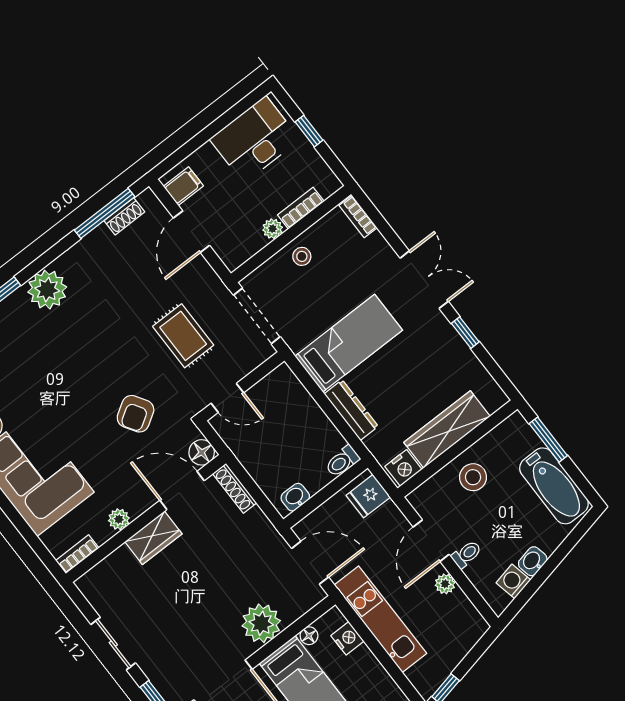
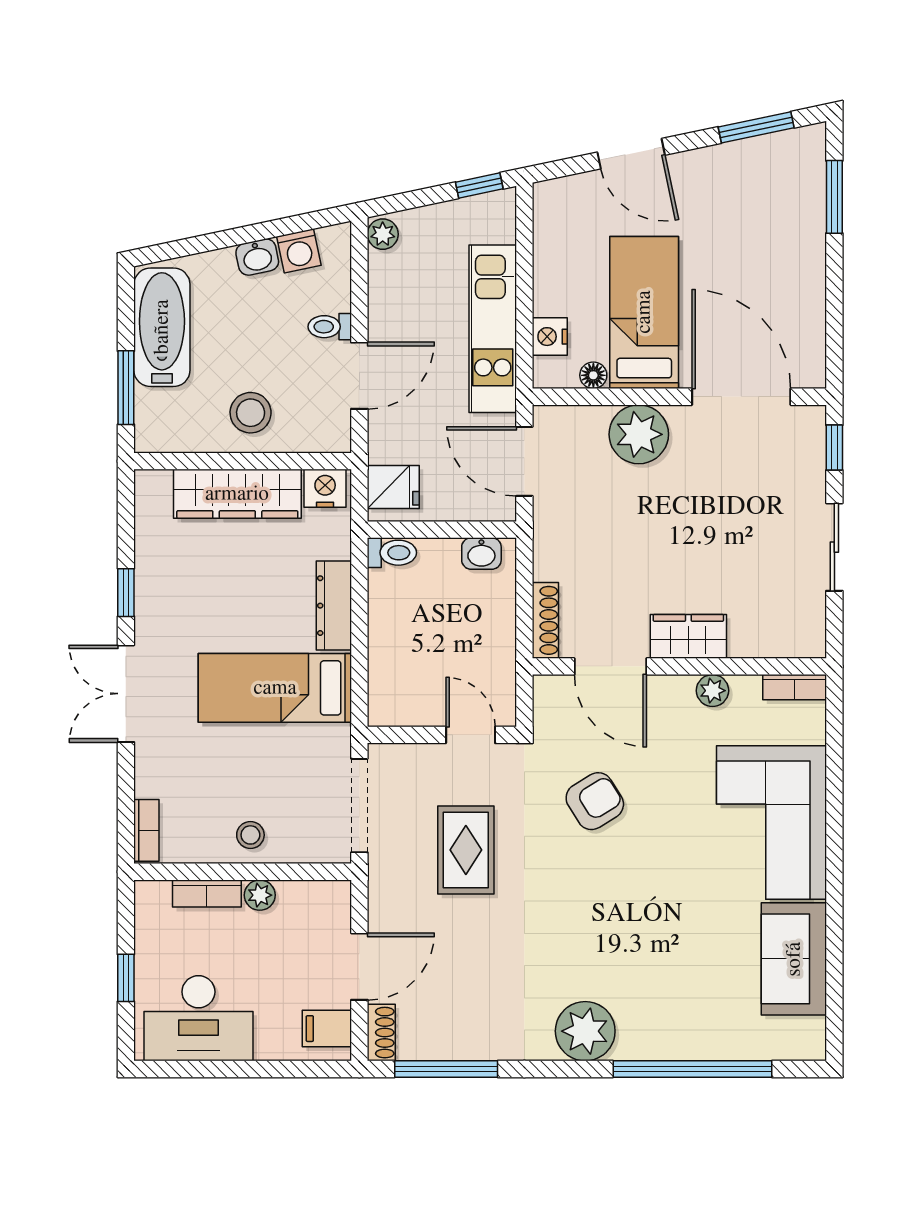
shoe rack: (124, 216) -> (381, 1033), moved, turned 90
floor lamp: (202, 452) -> (552, 694), removed
plant: (445, 584) -> (383, 234), moved

